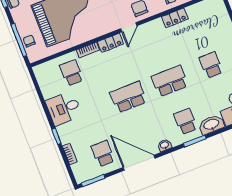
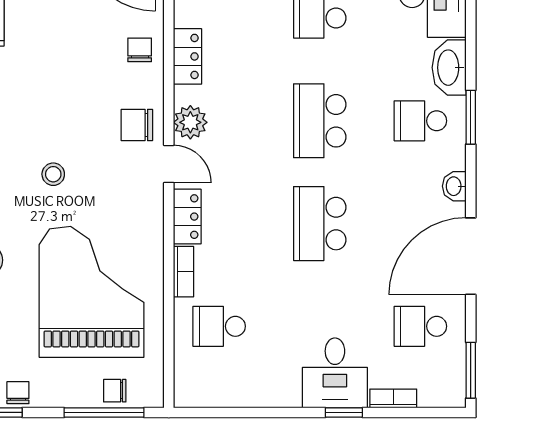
plant: (149, 29) -> (190, 122), added
desk: (64, 108) -> (335, 373), moved

